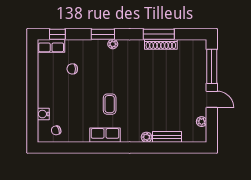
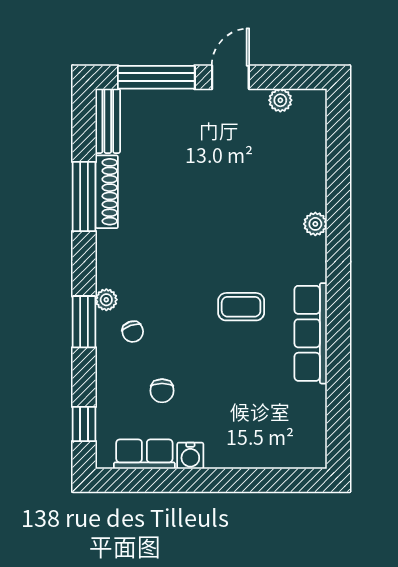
row of seats: (51, 46) -> (144, 454), moved, turned -90
water cooler: (43, 114) -> (190, 456), moved
chair: (56, 130) -> (133, 332), moved
row of seats: (105, 135) -> (311, 333), width x1.48
bench: (167, 137) -> (108, 121), moved

